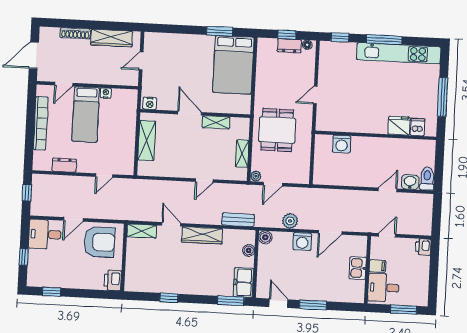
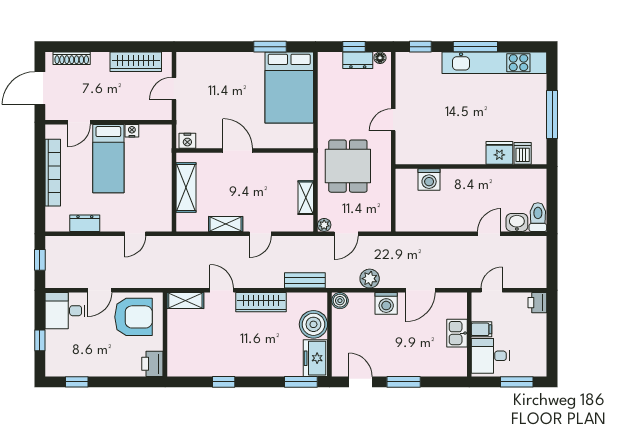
shoe rack: (75, 33) -> (72, 58), moved
shelving: (216, 122) -> (226, 224), moved
boiler: (249, 250) -> (313, 324), width x1.86, depth x1.86

